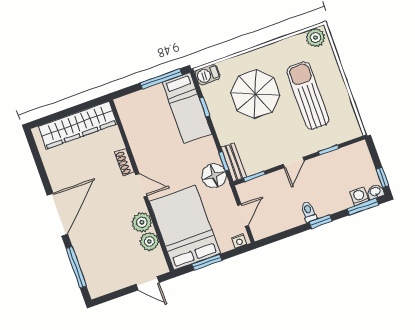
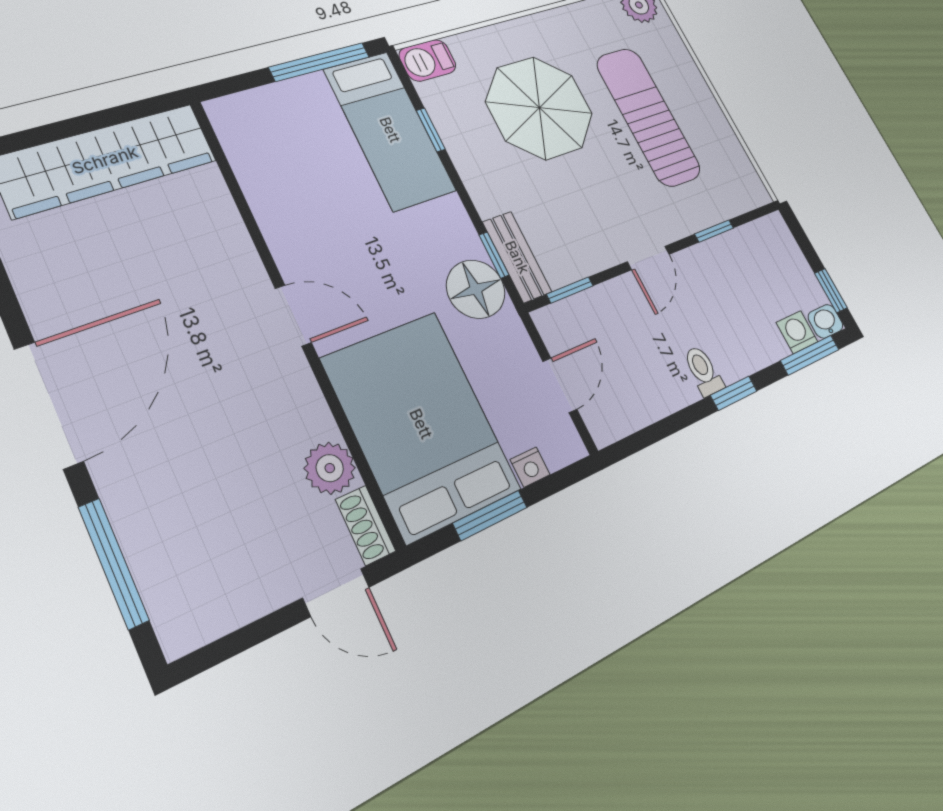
shoe rack: (125, 162) -> (366, 525), moved
plant: (142, 222) -> (304, 416), removed
nightstand: (239, 241) -> (530, 467), moved

